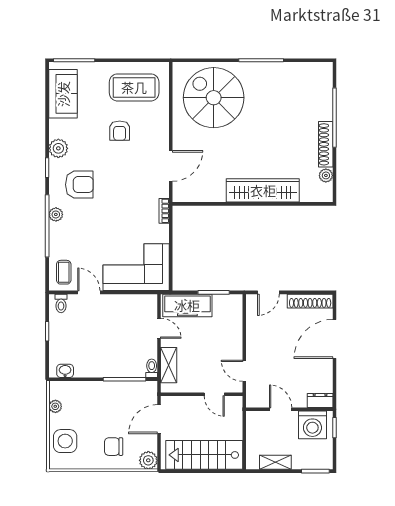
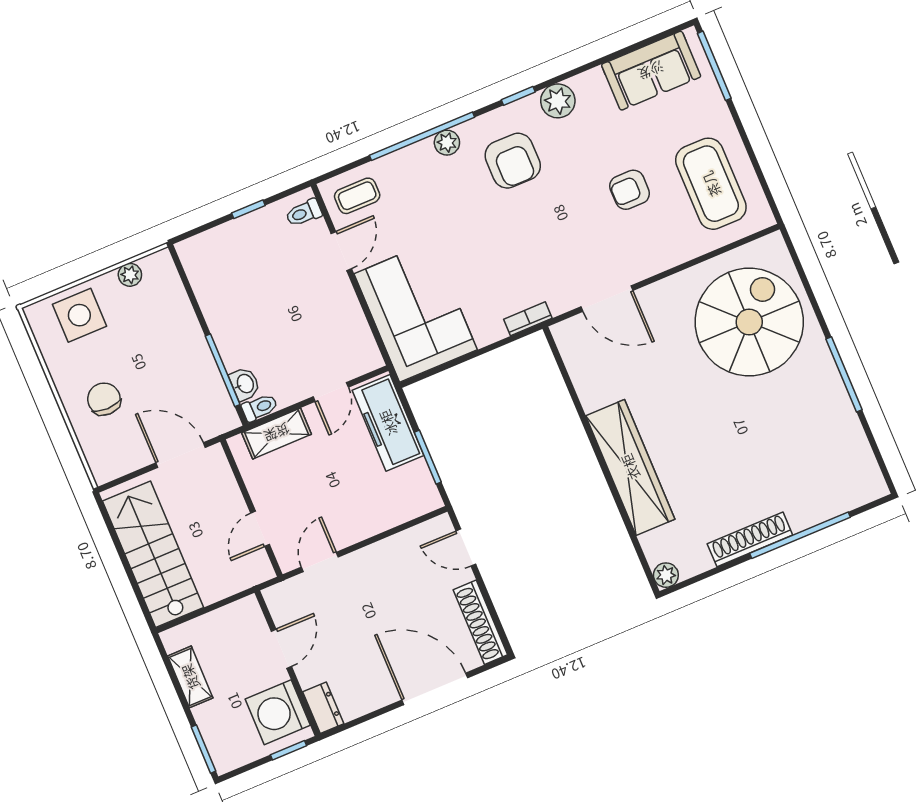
plant: (326, 175) -> (666, 575), moved
washbasin: (65, 371) -> (245, 384), moved
plant: (148, 460) -> (105, 466), removed

